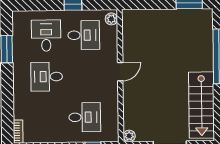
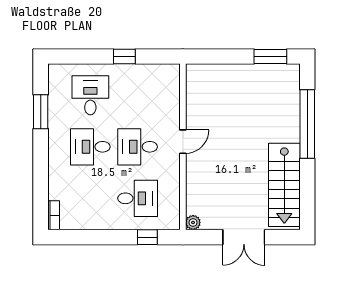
plant: (111, 19) -> (173, 75), removed
desk: (84, 35) -> (138, 147), moved, turned 180

